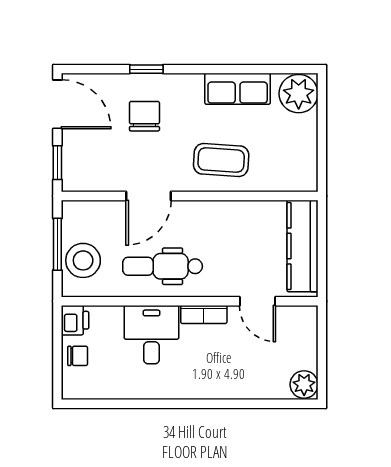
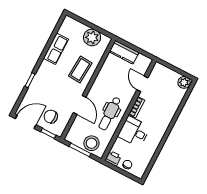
plant: (299, 94) -> (92, 37), moved
chair: (144, 116) -> (51, 117), moved
kitchen counter: (303, 246) -> (124, 52), width x0.67
door: (257, 301) -> (142, 84), swing flipped

